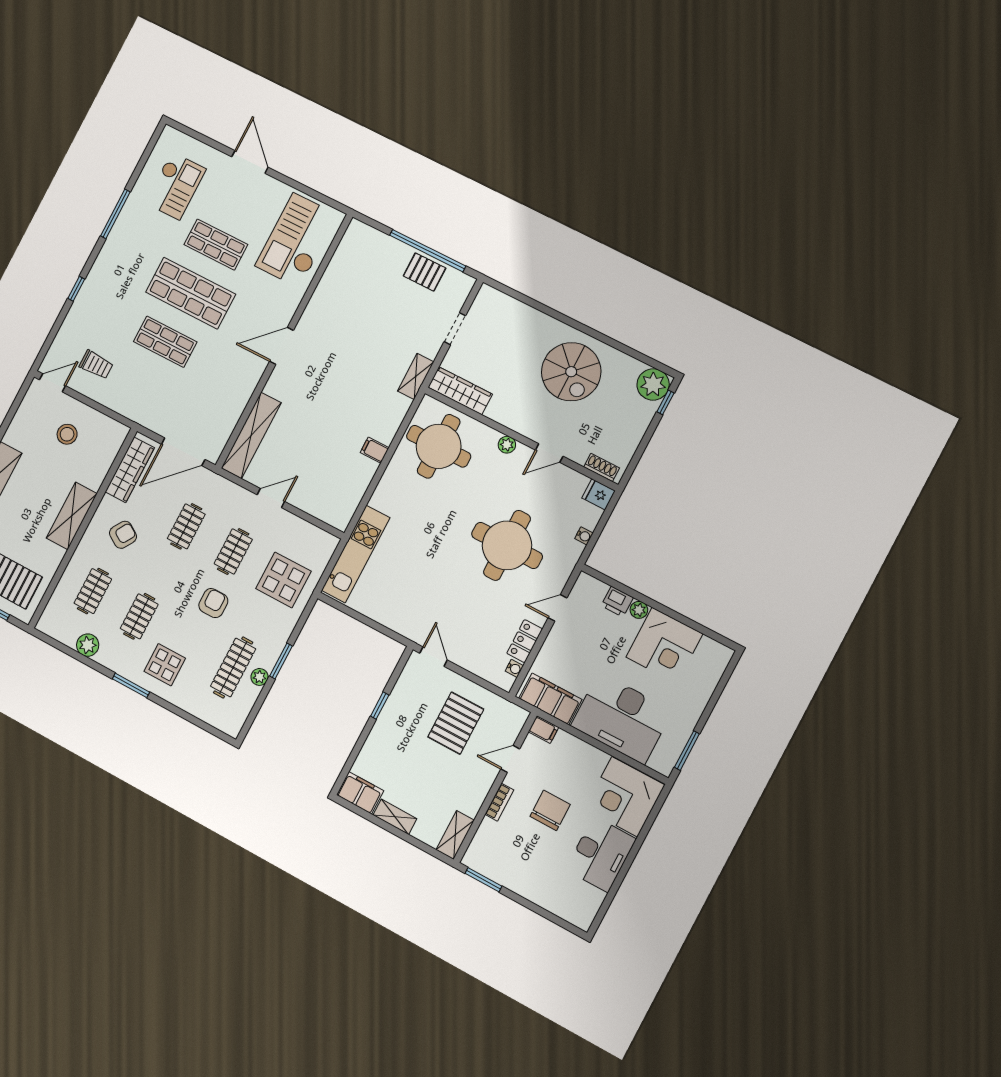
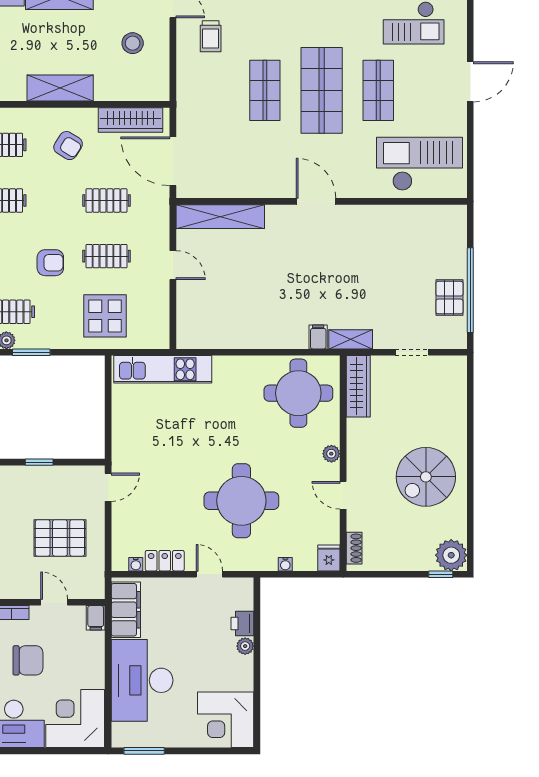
filing cabinet: (375, 450) -> (318, 337), moved
corner desk: (664, 645) -> (226, 720), moved

